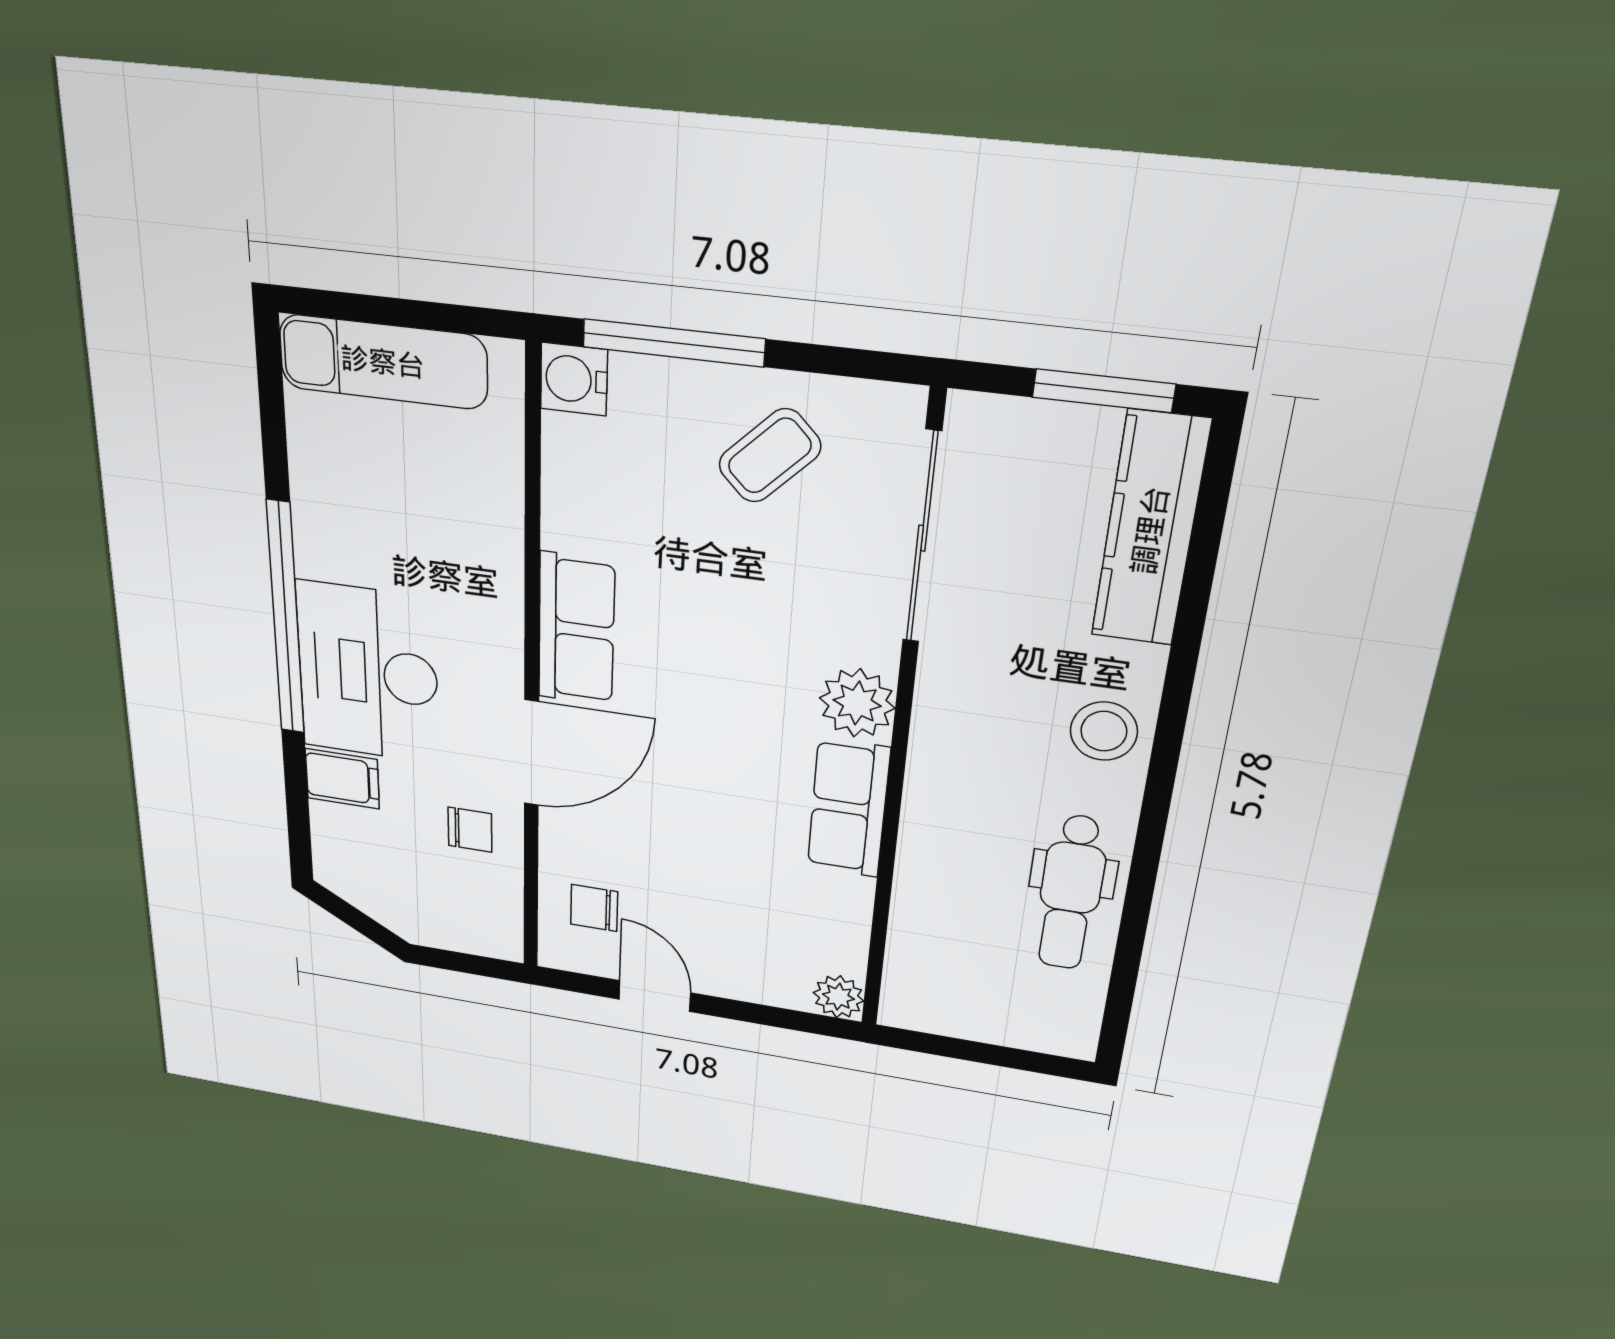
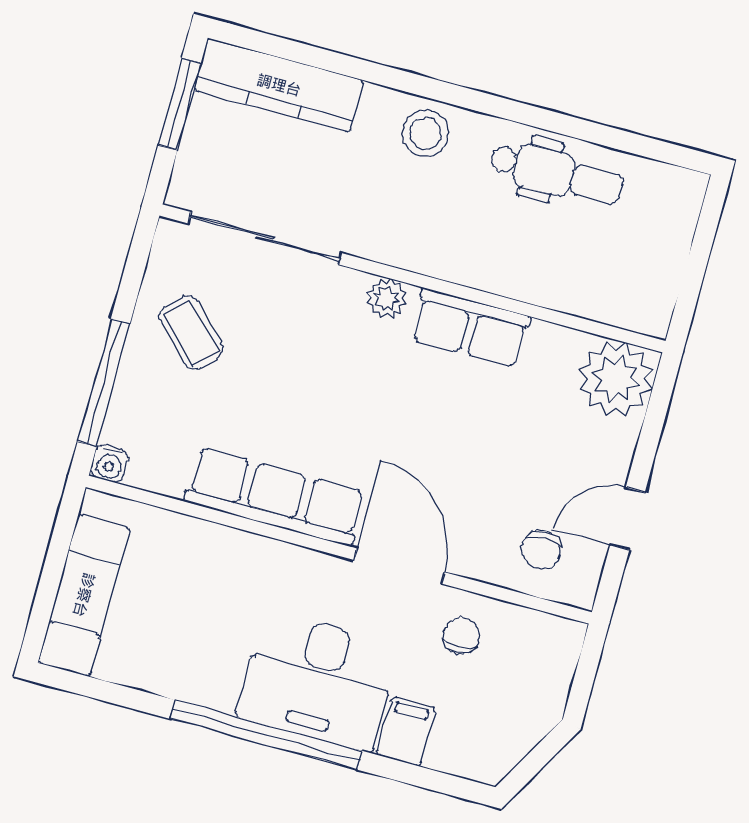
water cooler: (574, 379) -> (110, 464), width x0.72, depth x0.72
row of seats: (576, 629) -> (275, 497), width x1.48
plant: (857, 703) -> (387, 298), width x0.73, depth x0.73
plant: (838, 997) -> (616, 379), width x1.88, depth x1.88

